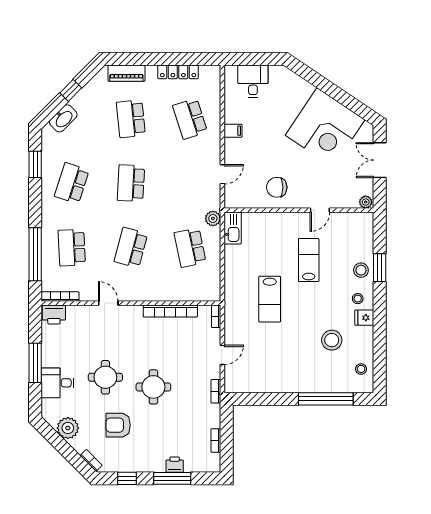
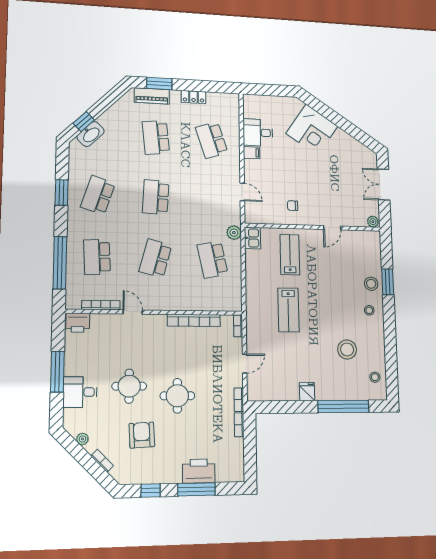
window: (134, 59) -> (159, 84), added
locker: (178, 72) -> (193, 97), width x0.66
desk: (253, 81) -> (258, 132), moved, turned -90
window: (71, 90) -> (84, 122), moved
corner desk: (325, 127) -> (312, 130), moved, width x0.74, depth x0.74
window: (35, 164) -> (62, 193), moved
door: (222, 174) -> (242, 192), hinge flipped
chair: (277, 187) -> (293, 206), width x0.54, depth x0.54
kitchen sink: (233, 228) -> (253, 238), width x0.73
lab bench: (309, 260) -> (290, 255), moved
bookcase: (60, 297) -> (101, 305), moved
fridge: (364, 318) -> (307, 392), moved, turned 90
armchair: (118, 425) -> (142, 435), turned 87
plant: (68, 428) -> (82, 439), width x0.53, depth x0.53
bookcase: (216, 440) -> (239, 425), moved
bookcase: (91, 460) -> (102, 461), moved
printer: (175, 465) -> (199, 471), width x1.87, depth x1.48

